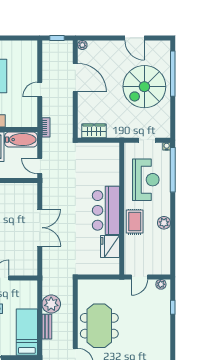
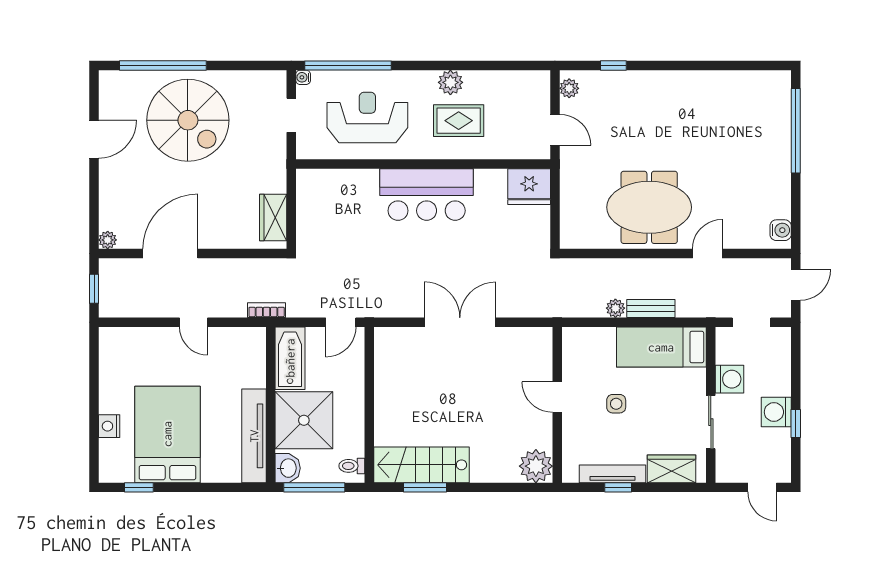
rug: (135, 222) -> (459, 121), moved
fridge: (110, 247) -> (529, 187), moved
plant: (51, 304) -> (615, 308), width x0.53, depth x0.53

